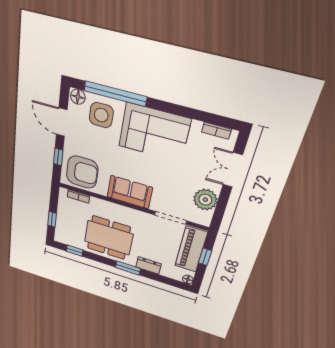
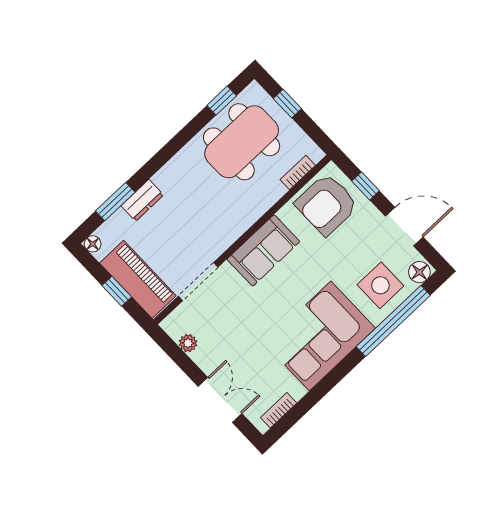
plant: (205, 200) -> (188, 343), width x0.53, depth x0.53
dining table: (109, 238) -> (242, 142), moved
window: (128, 268) -> (115, 202), moved

